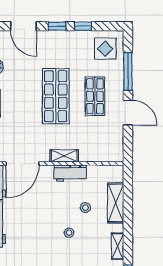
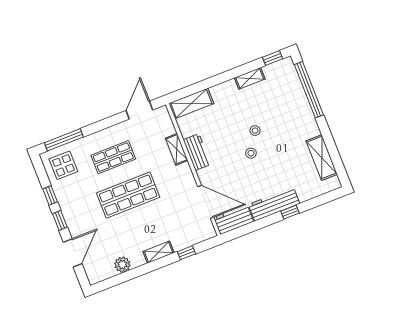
window: (128, 72) -> (64, 140), moved
door: (128, 113) -> (139, 110), moved
shelving: (64, 156) -> (177, 149), moved
shelving: (116, 203) -> (191, 103), moved
stool: (85, 208) -> (251, 153), moved

